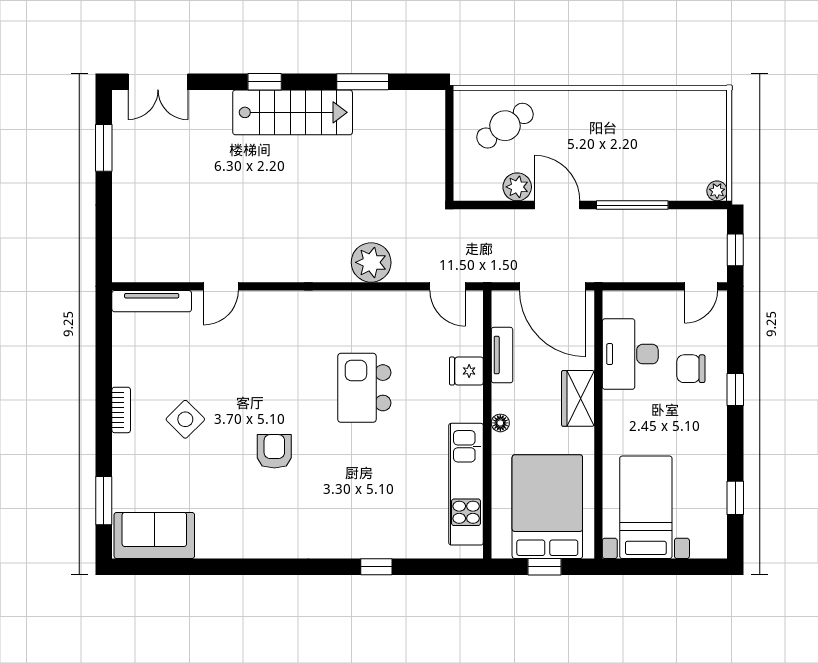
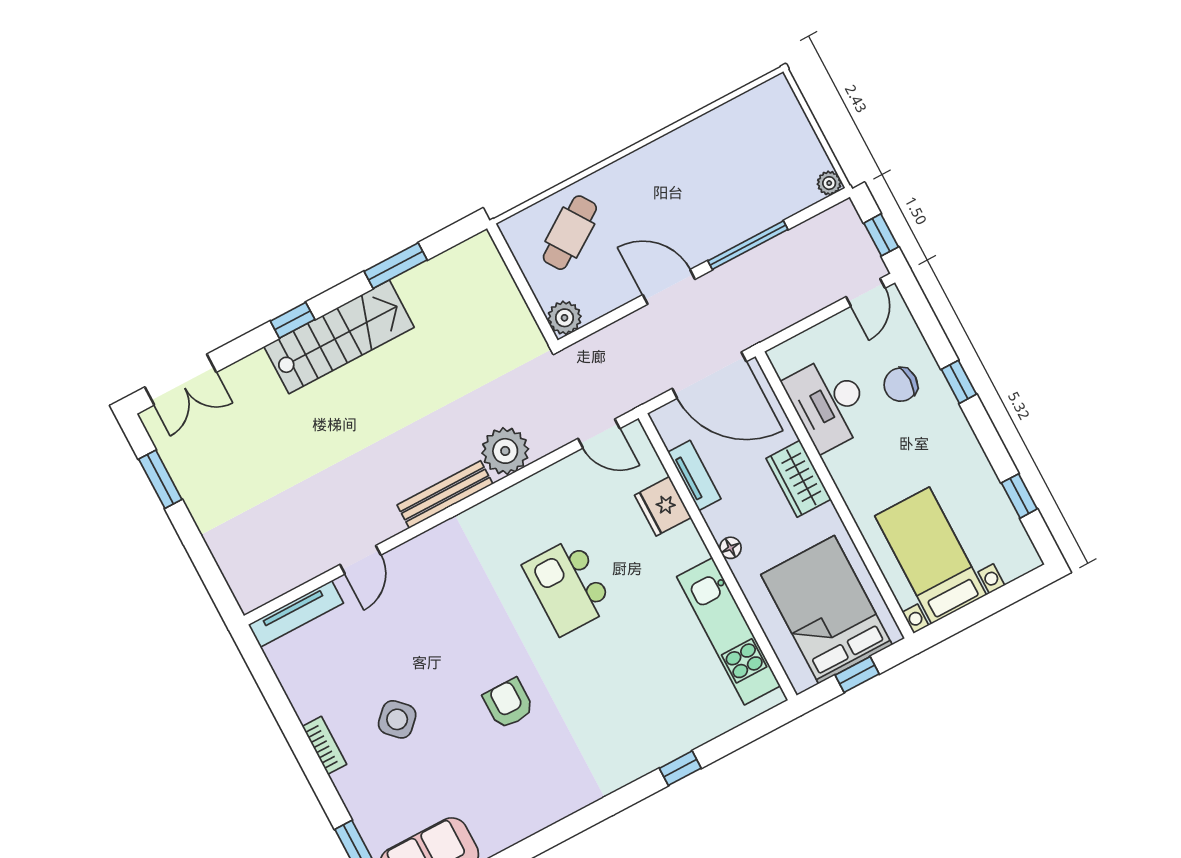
plant: (517, 187) -> (565, 318), moved
bench: (309, 271) -> (445, 494), added
fridge: (466, 371) -> (663, 506), width x1.38

